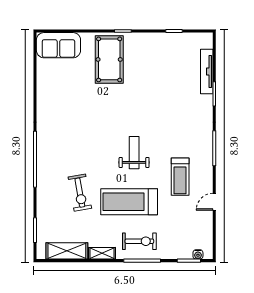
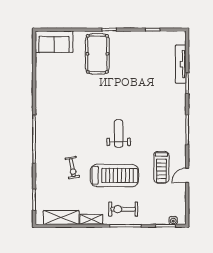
treadmill: (180, 177) -> (161, 167), moved
exercise bike: (80, 193) -> (72, 168), width x0.73, depth x0.72
treadmill: (129, 202) -> (114, 175), turned 180
exercise bike: (139, 241) -> (123, 209), turned 180

